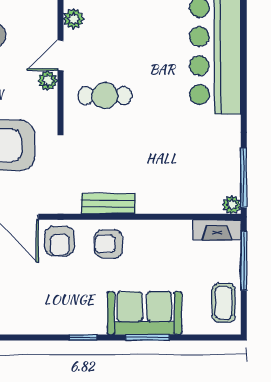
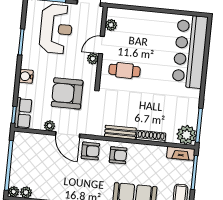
shoe rack: (162, 205) -> (151, 136), added
plant: (232, 205) -> (186, 135), width x1.88, depth x1.88
armchair: (60, 241) -> (90, 151), turned -90
armchair: (108, 244) -> (118, 155), turned 180

